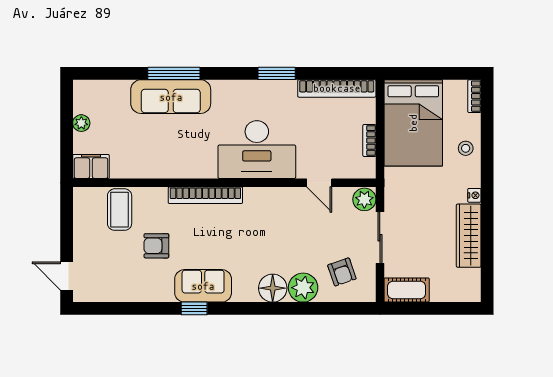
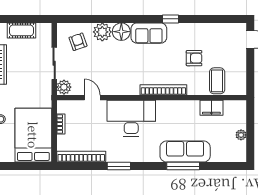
filing cabinet: (91, 166) -> (211, 108), moved
sofa: (203, 286) -> (149, 33), moved
cot: (407, 290) -> (22, 30), moved

